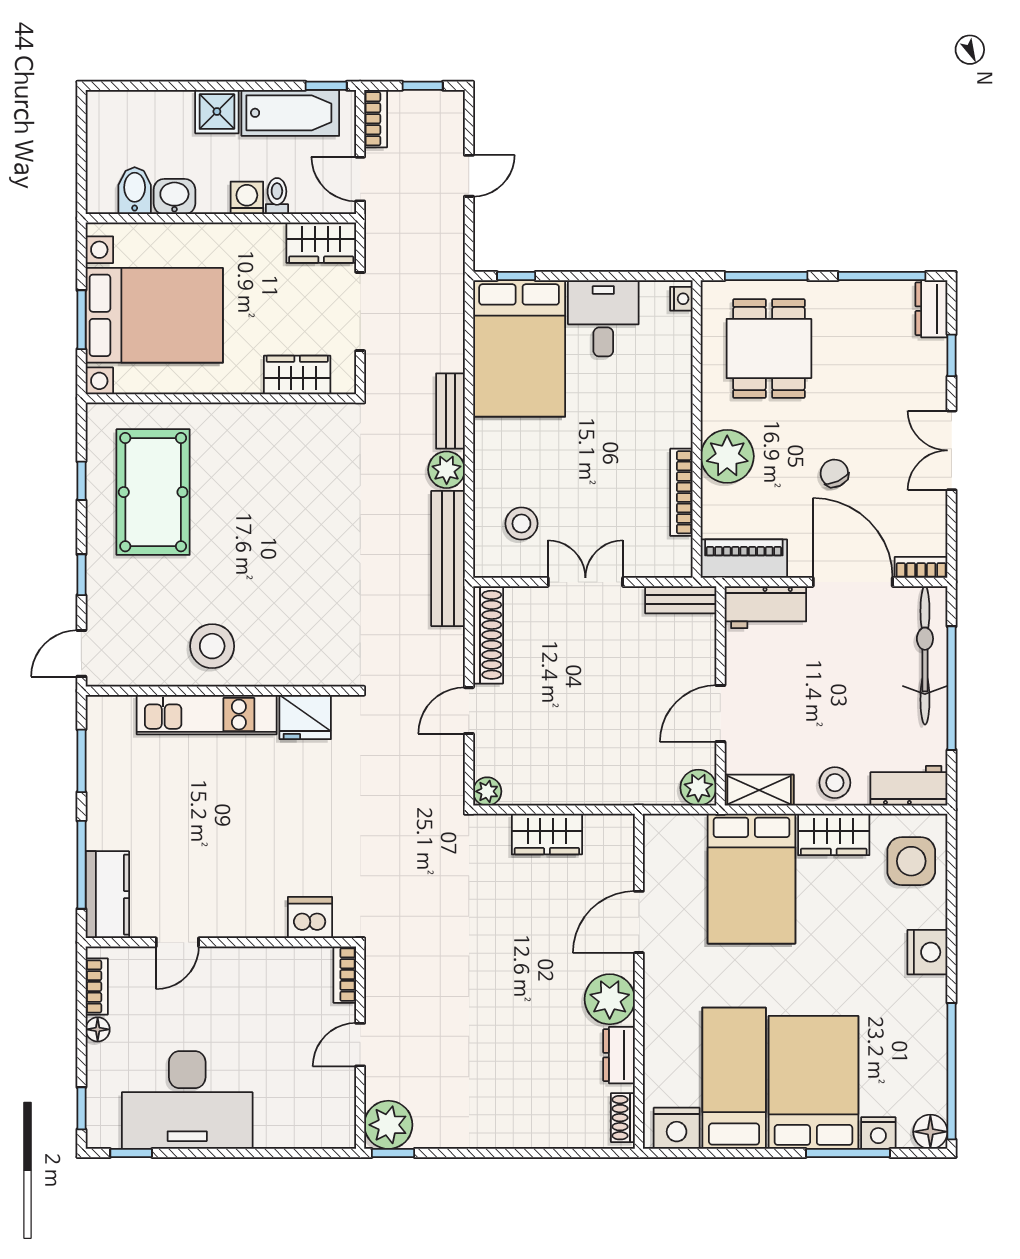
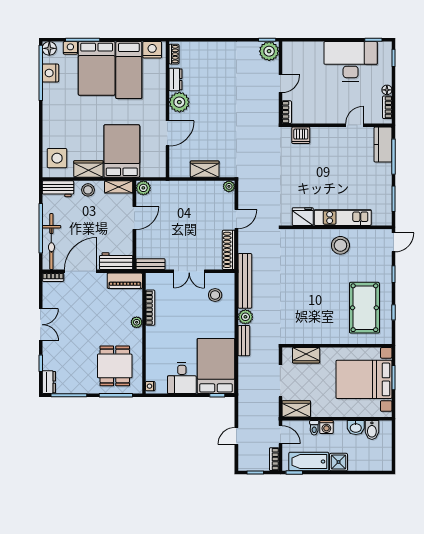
plant: (727, 456) -> (137, 322), width x0.53, depth x0.53
chair: (834, 473) -> (88, 315), removed
door: (853, 582) -> (81, 271), swing flipped
nightstand: (927, 952) -> (50, 73), moved

